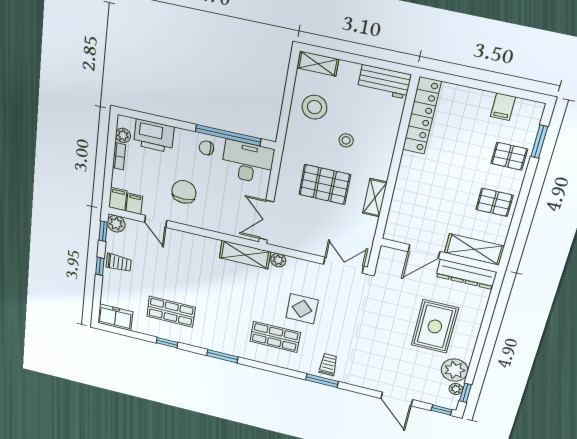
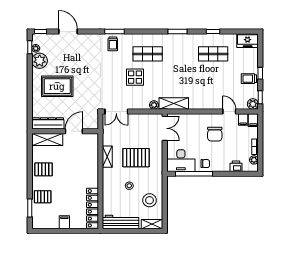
workbench: (384, 82) -> (121, 222), width x1.37
filing cabinet: (503, 107) -> (64, 222), moved
printer: (154, 136) -> (236, 166), width x0.53, depth x0.68
rug: (435, 326) -> (57, 86), turned 90

